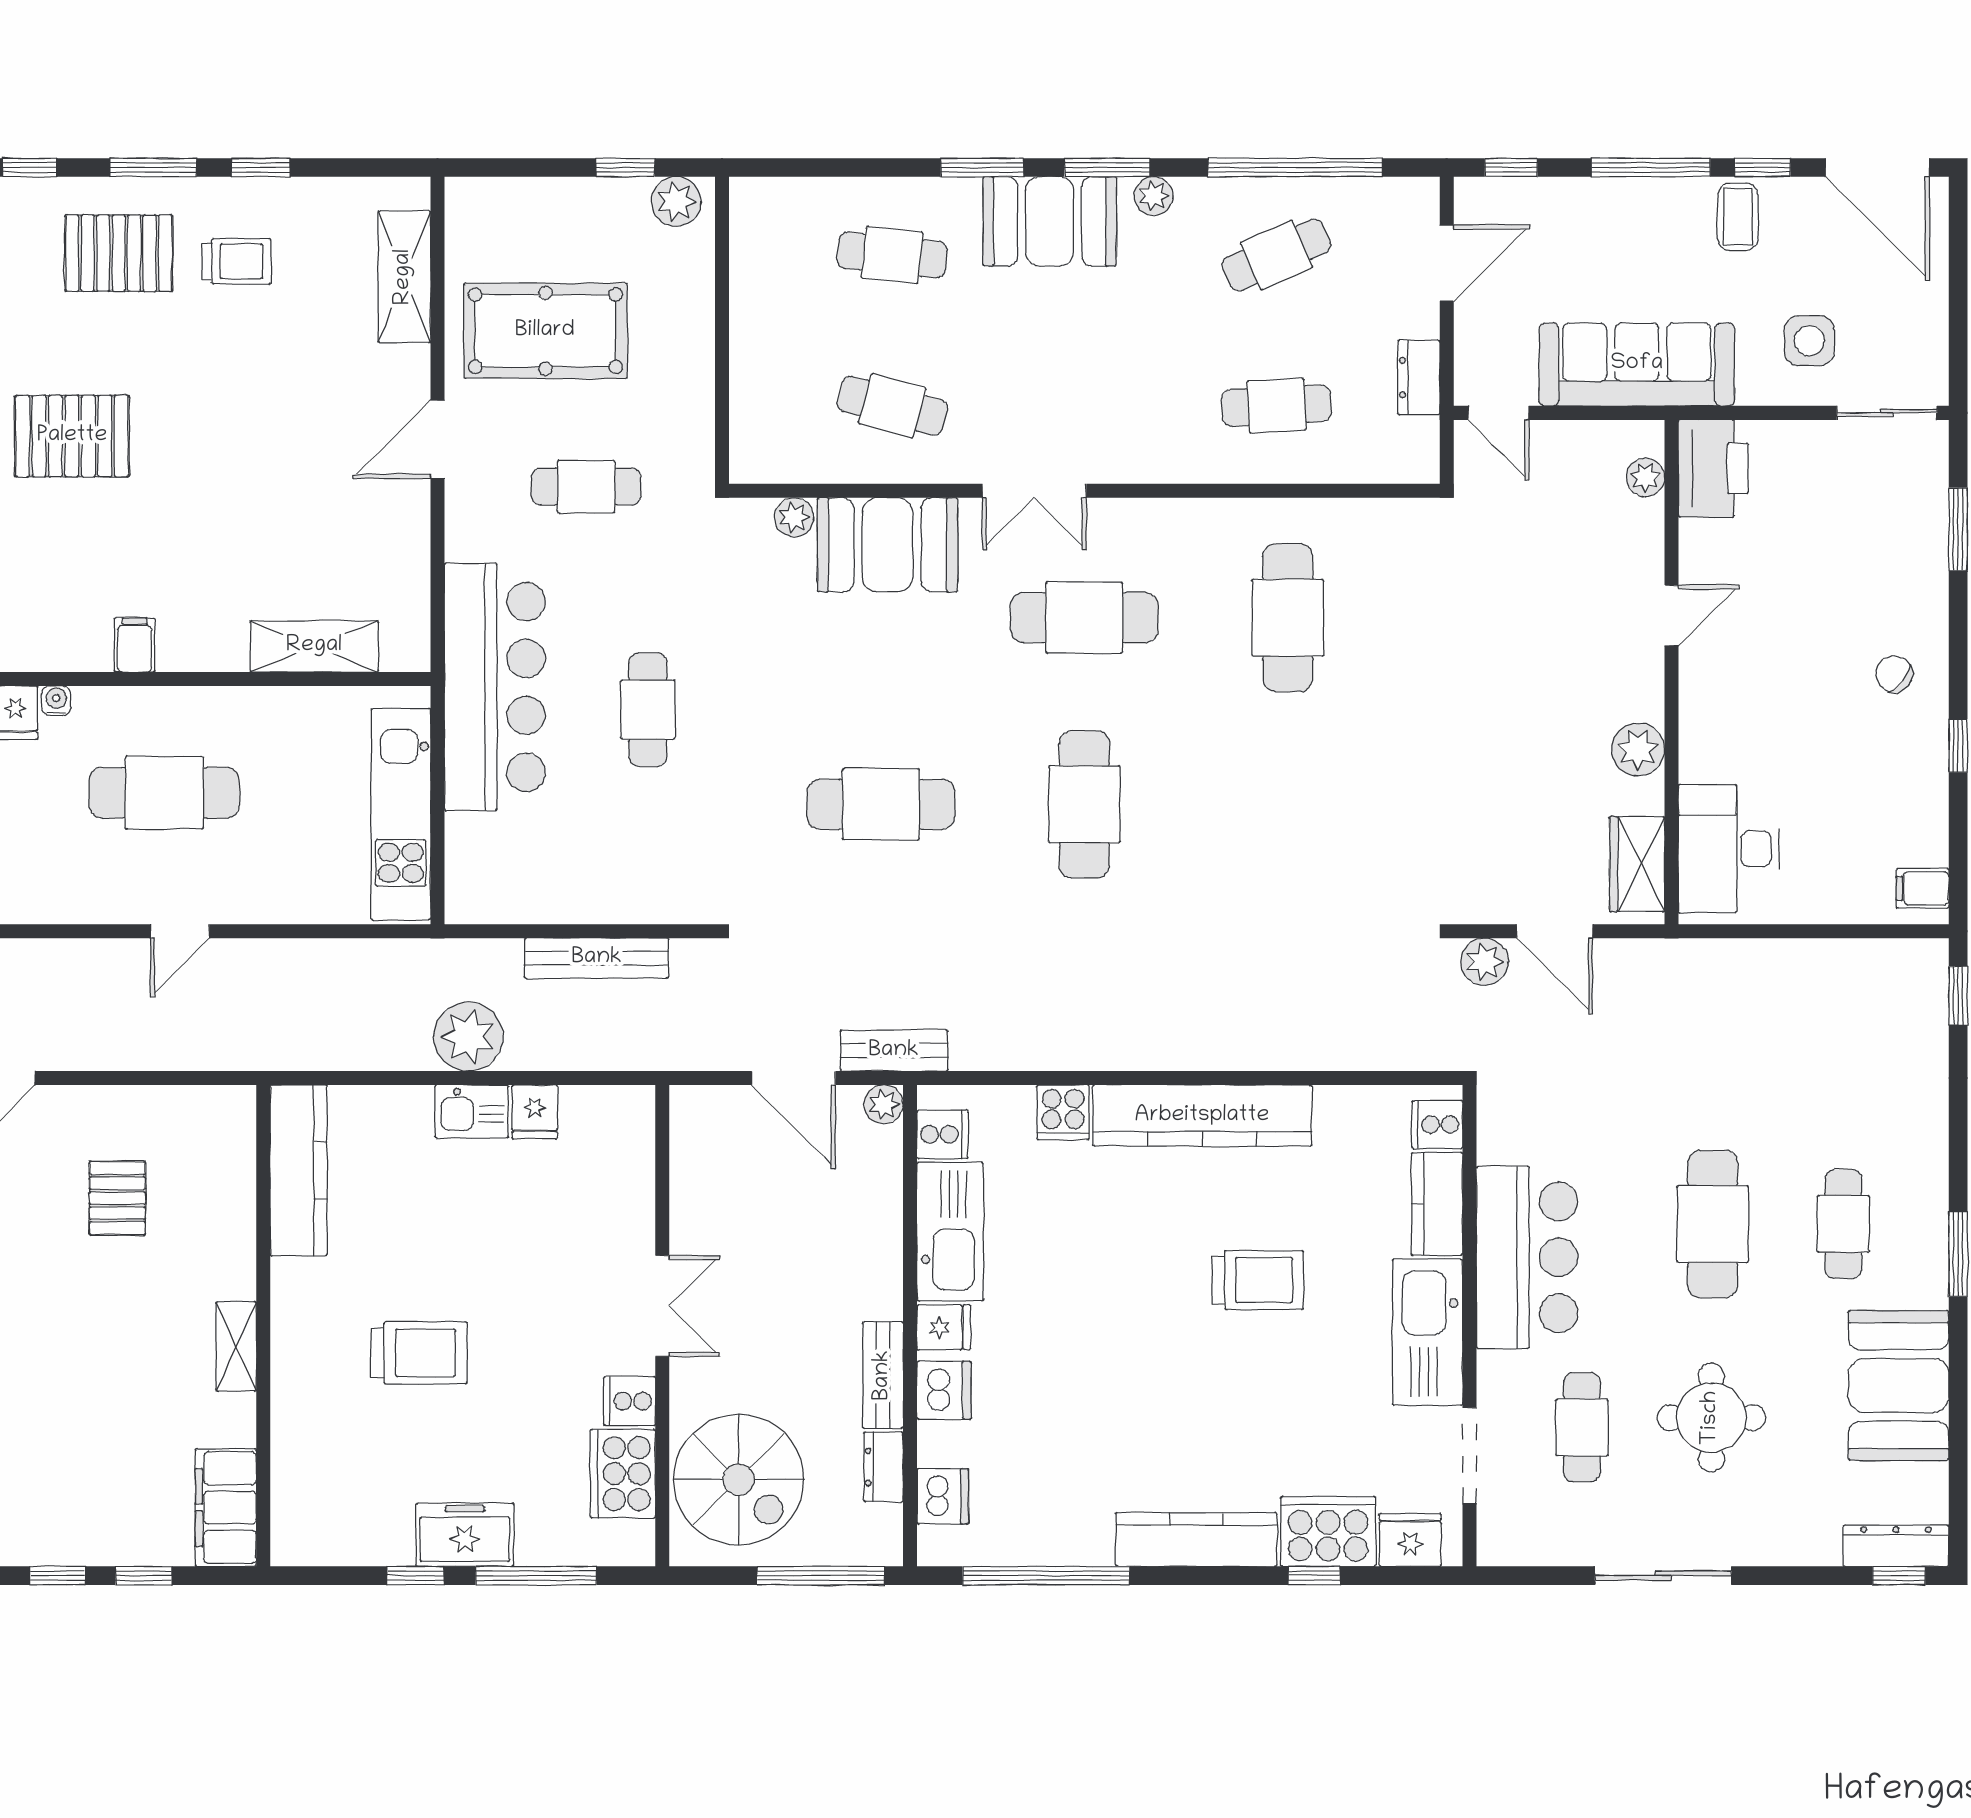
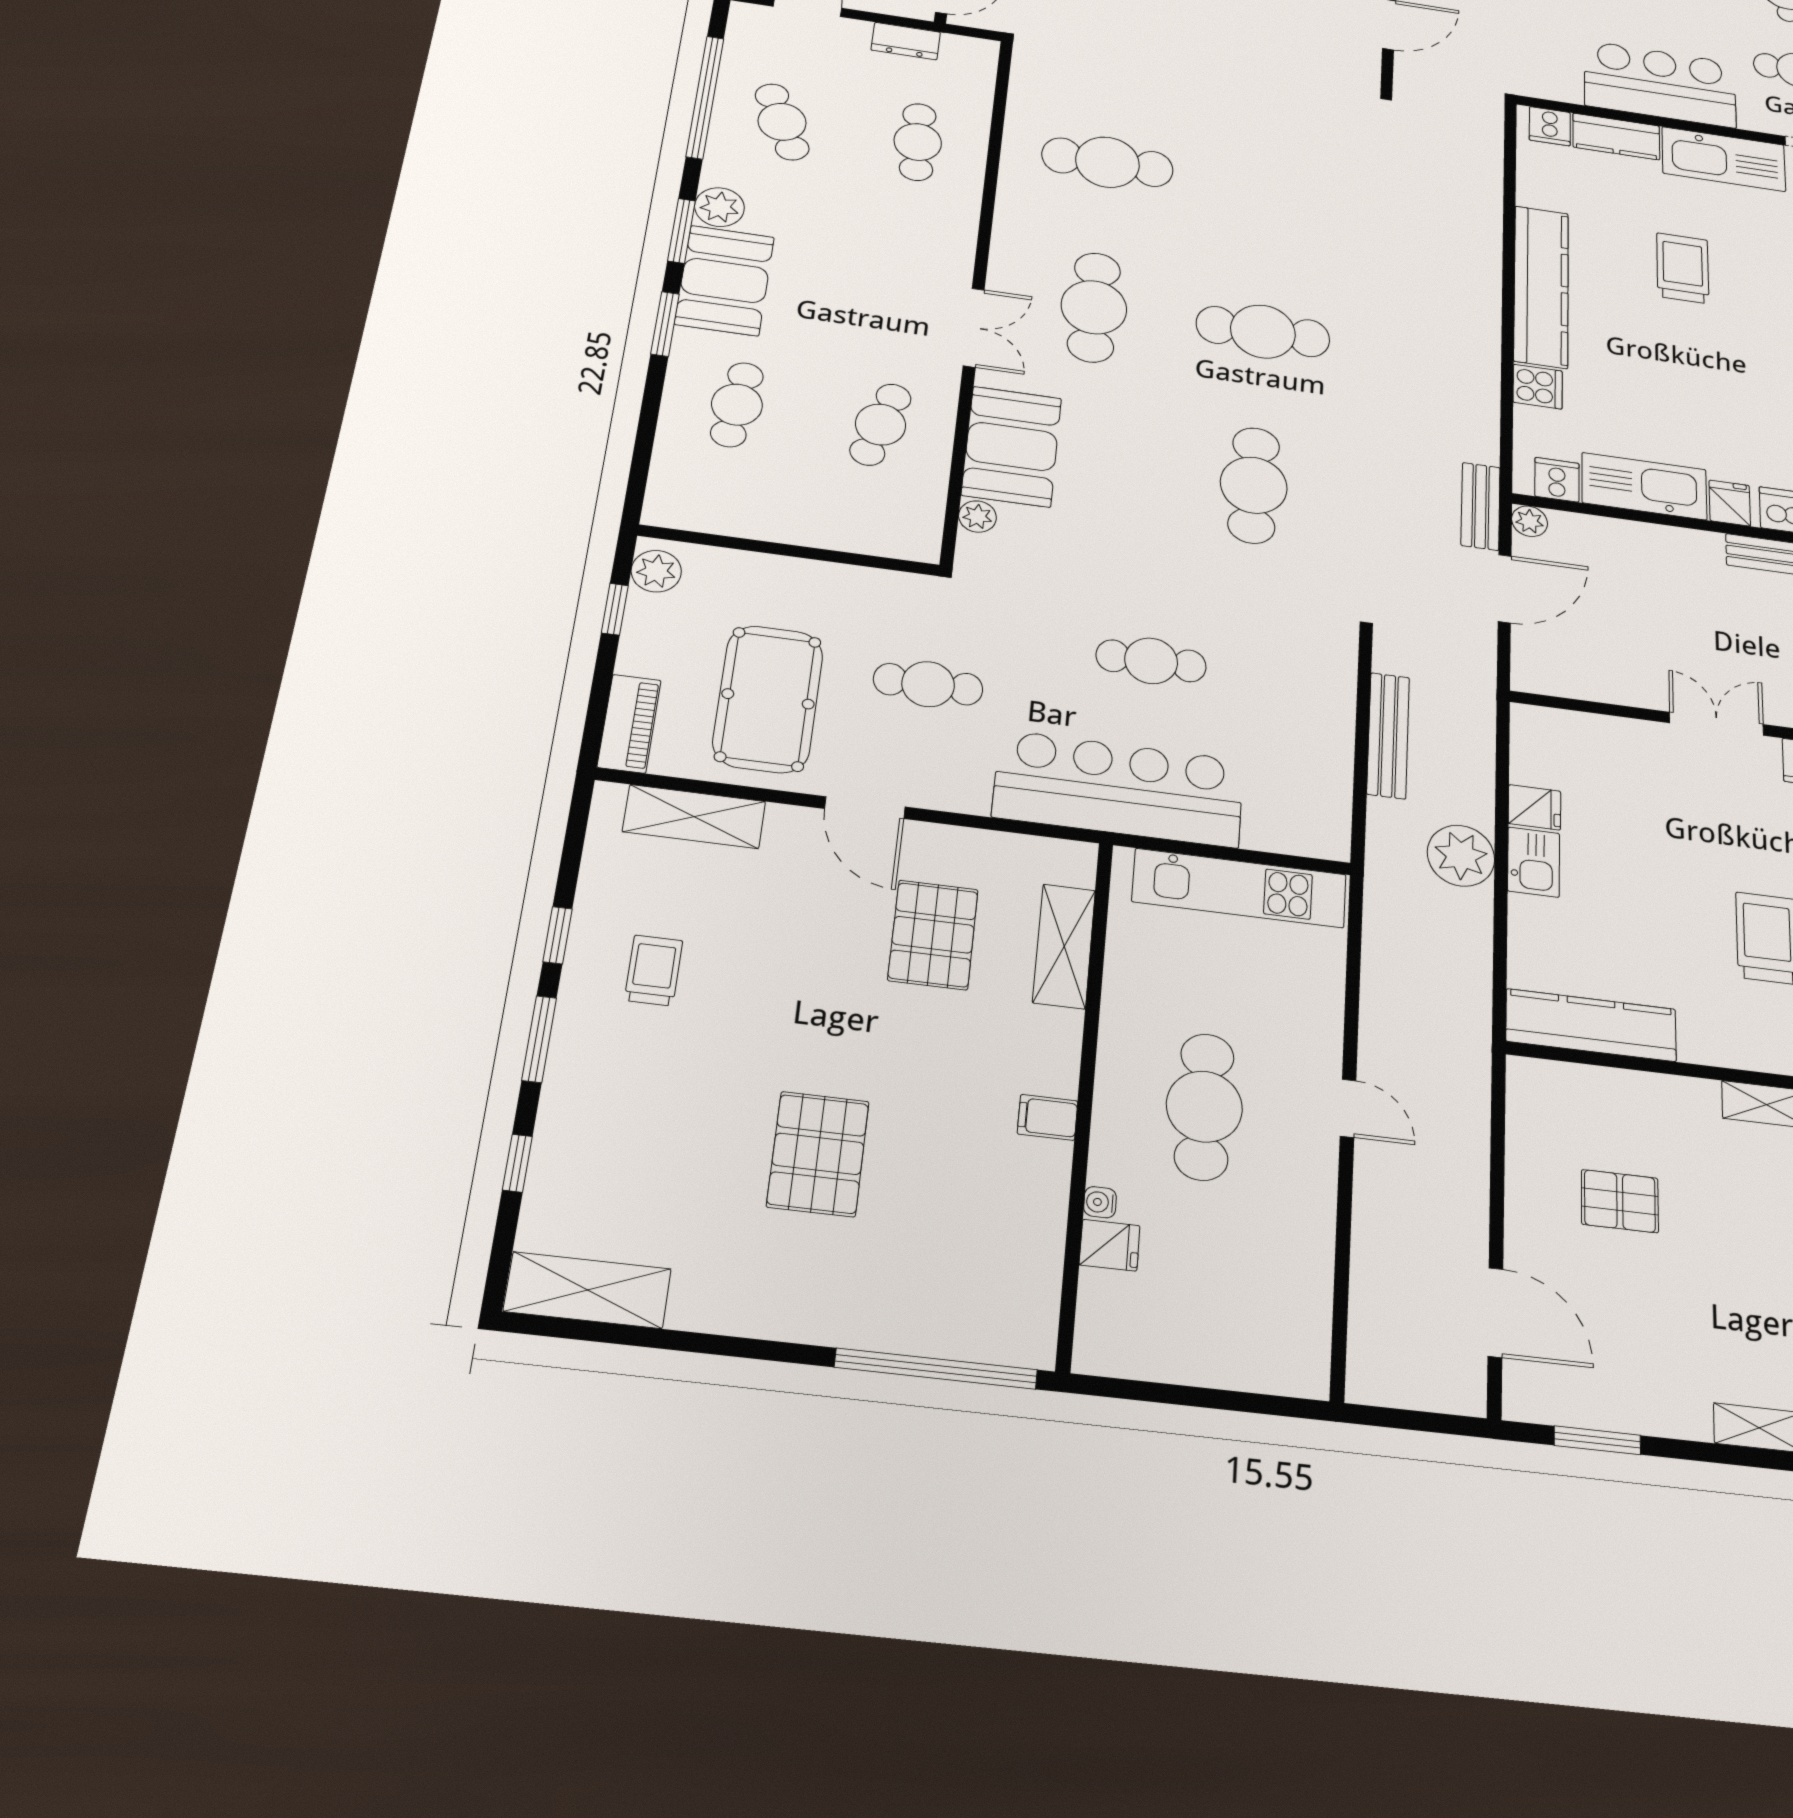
plant: (1154, 196) -> (719, 207), width x1.38, depth x1.38
piano: (498, 200) -> (629, 724), added
pallet: (119, 253) -> (933, 935), moved
cafe table: (586, 487) -> (928, 684), turned 90
plant: (1485, 962) -> (1413, 74), removed

